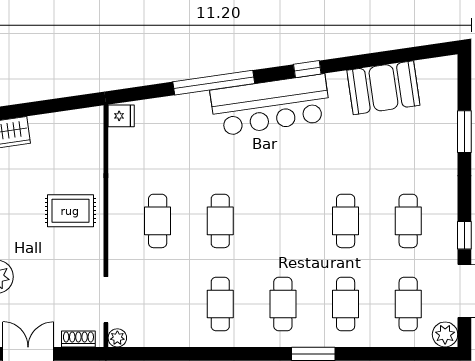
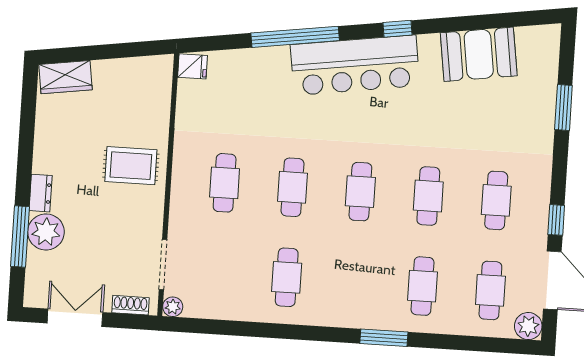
cafe table: (283, 304) -> (360, 192), moved

